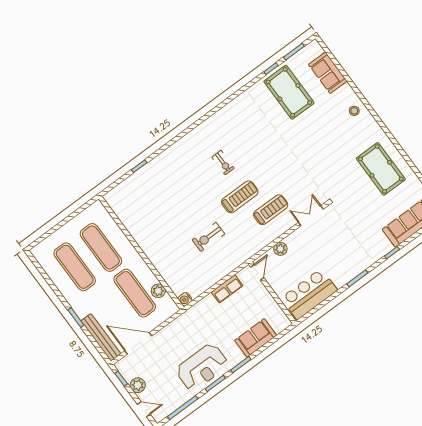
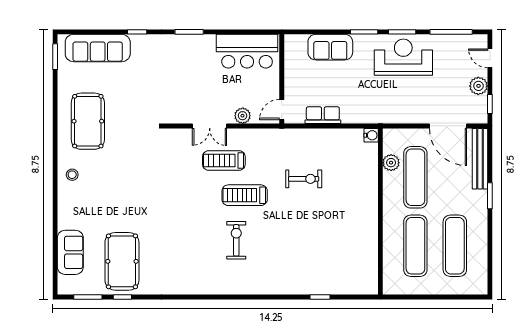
stool: (354, 111) -> (72, 175), moved
exercise bike: (223, 163) -> (236, 240), width x1.38, depth x1.39
double door: (311, 216) -> (210, 126), moved

